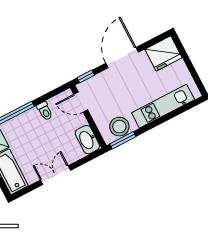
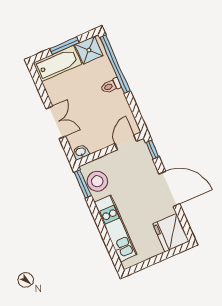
toilet: (45, 111) -> (111, 86), moved
washbasin: (87, 140) -> (81, 152), width x0.52, depth x0.69
double door: (56, 175) -> (56, 122), moved

